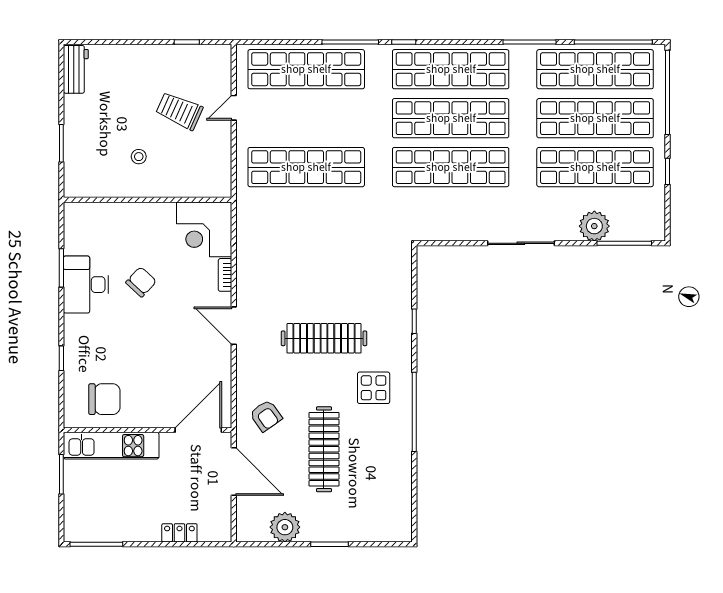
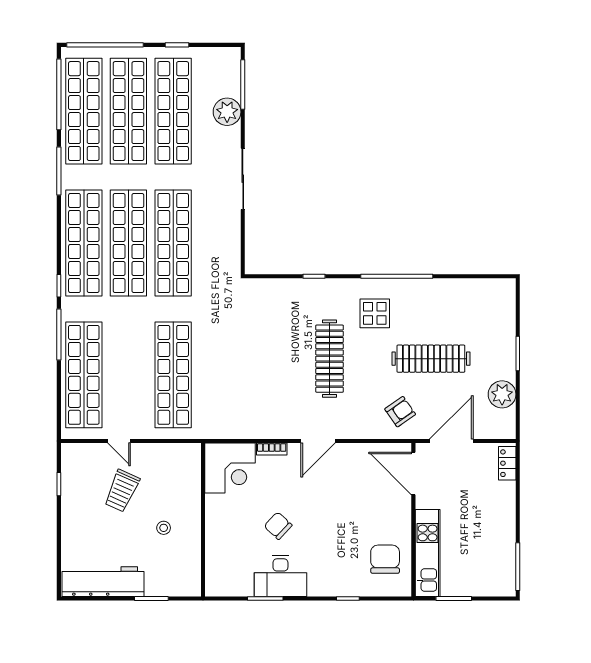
workbench: (76, 69) -> (103, 582), width x1.88, depth x1.32
locker: (179, 533) -> (507, 463), moved

